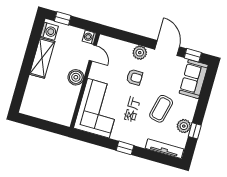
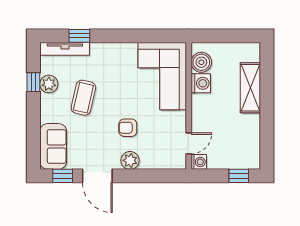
washing machine: (49, 31) -> (201, 83), moved, turned 180
door: (93, 53) -> (189, 143), swing flipped
shelving: (42, 58) -> (250, 88), moved
boiler: (76, 77) -> (201, 62), moved
window: (125, 148) -> (79, 36), moved

